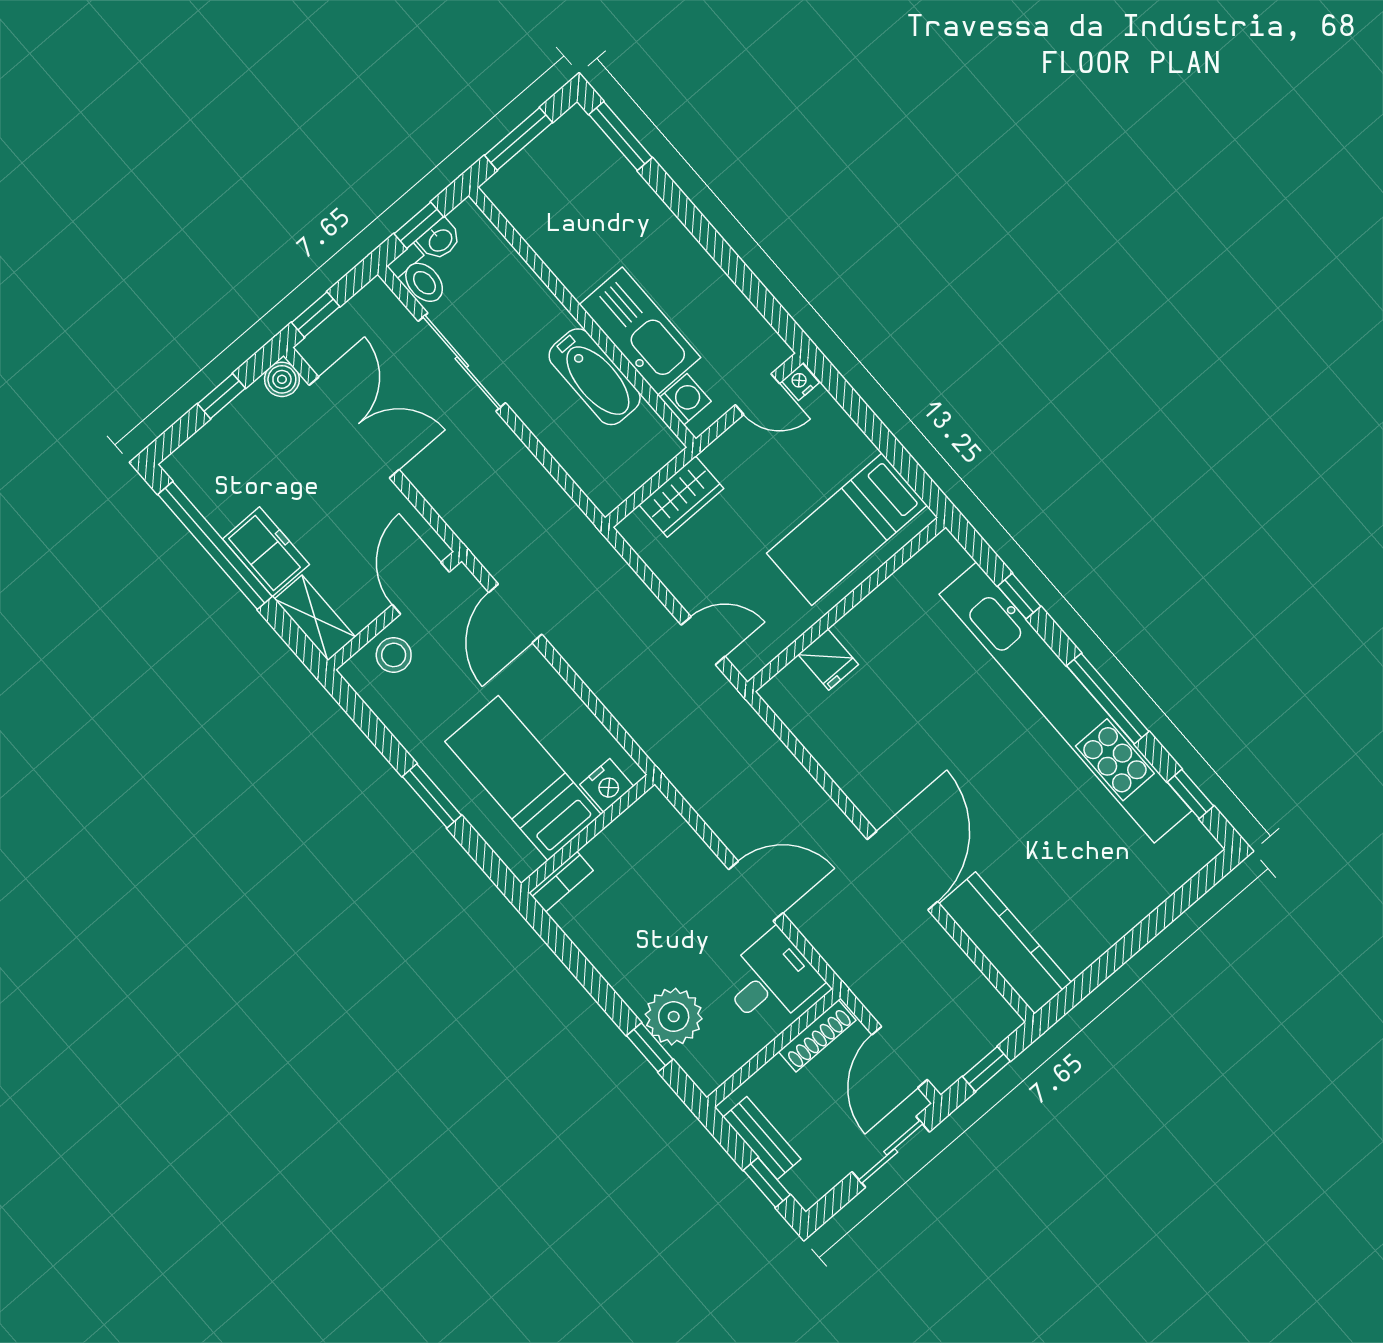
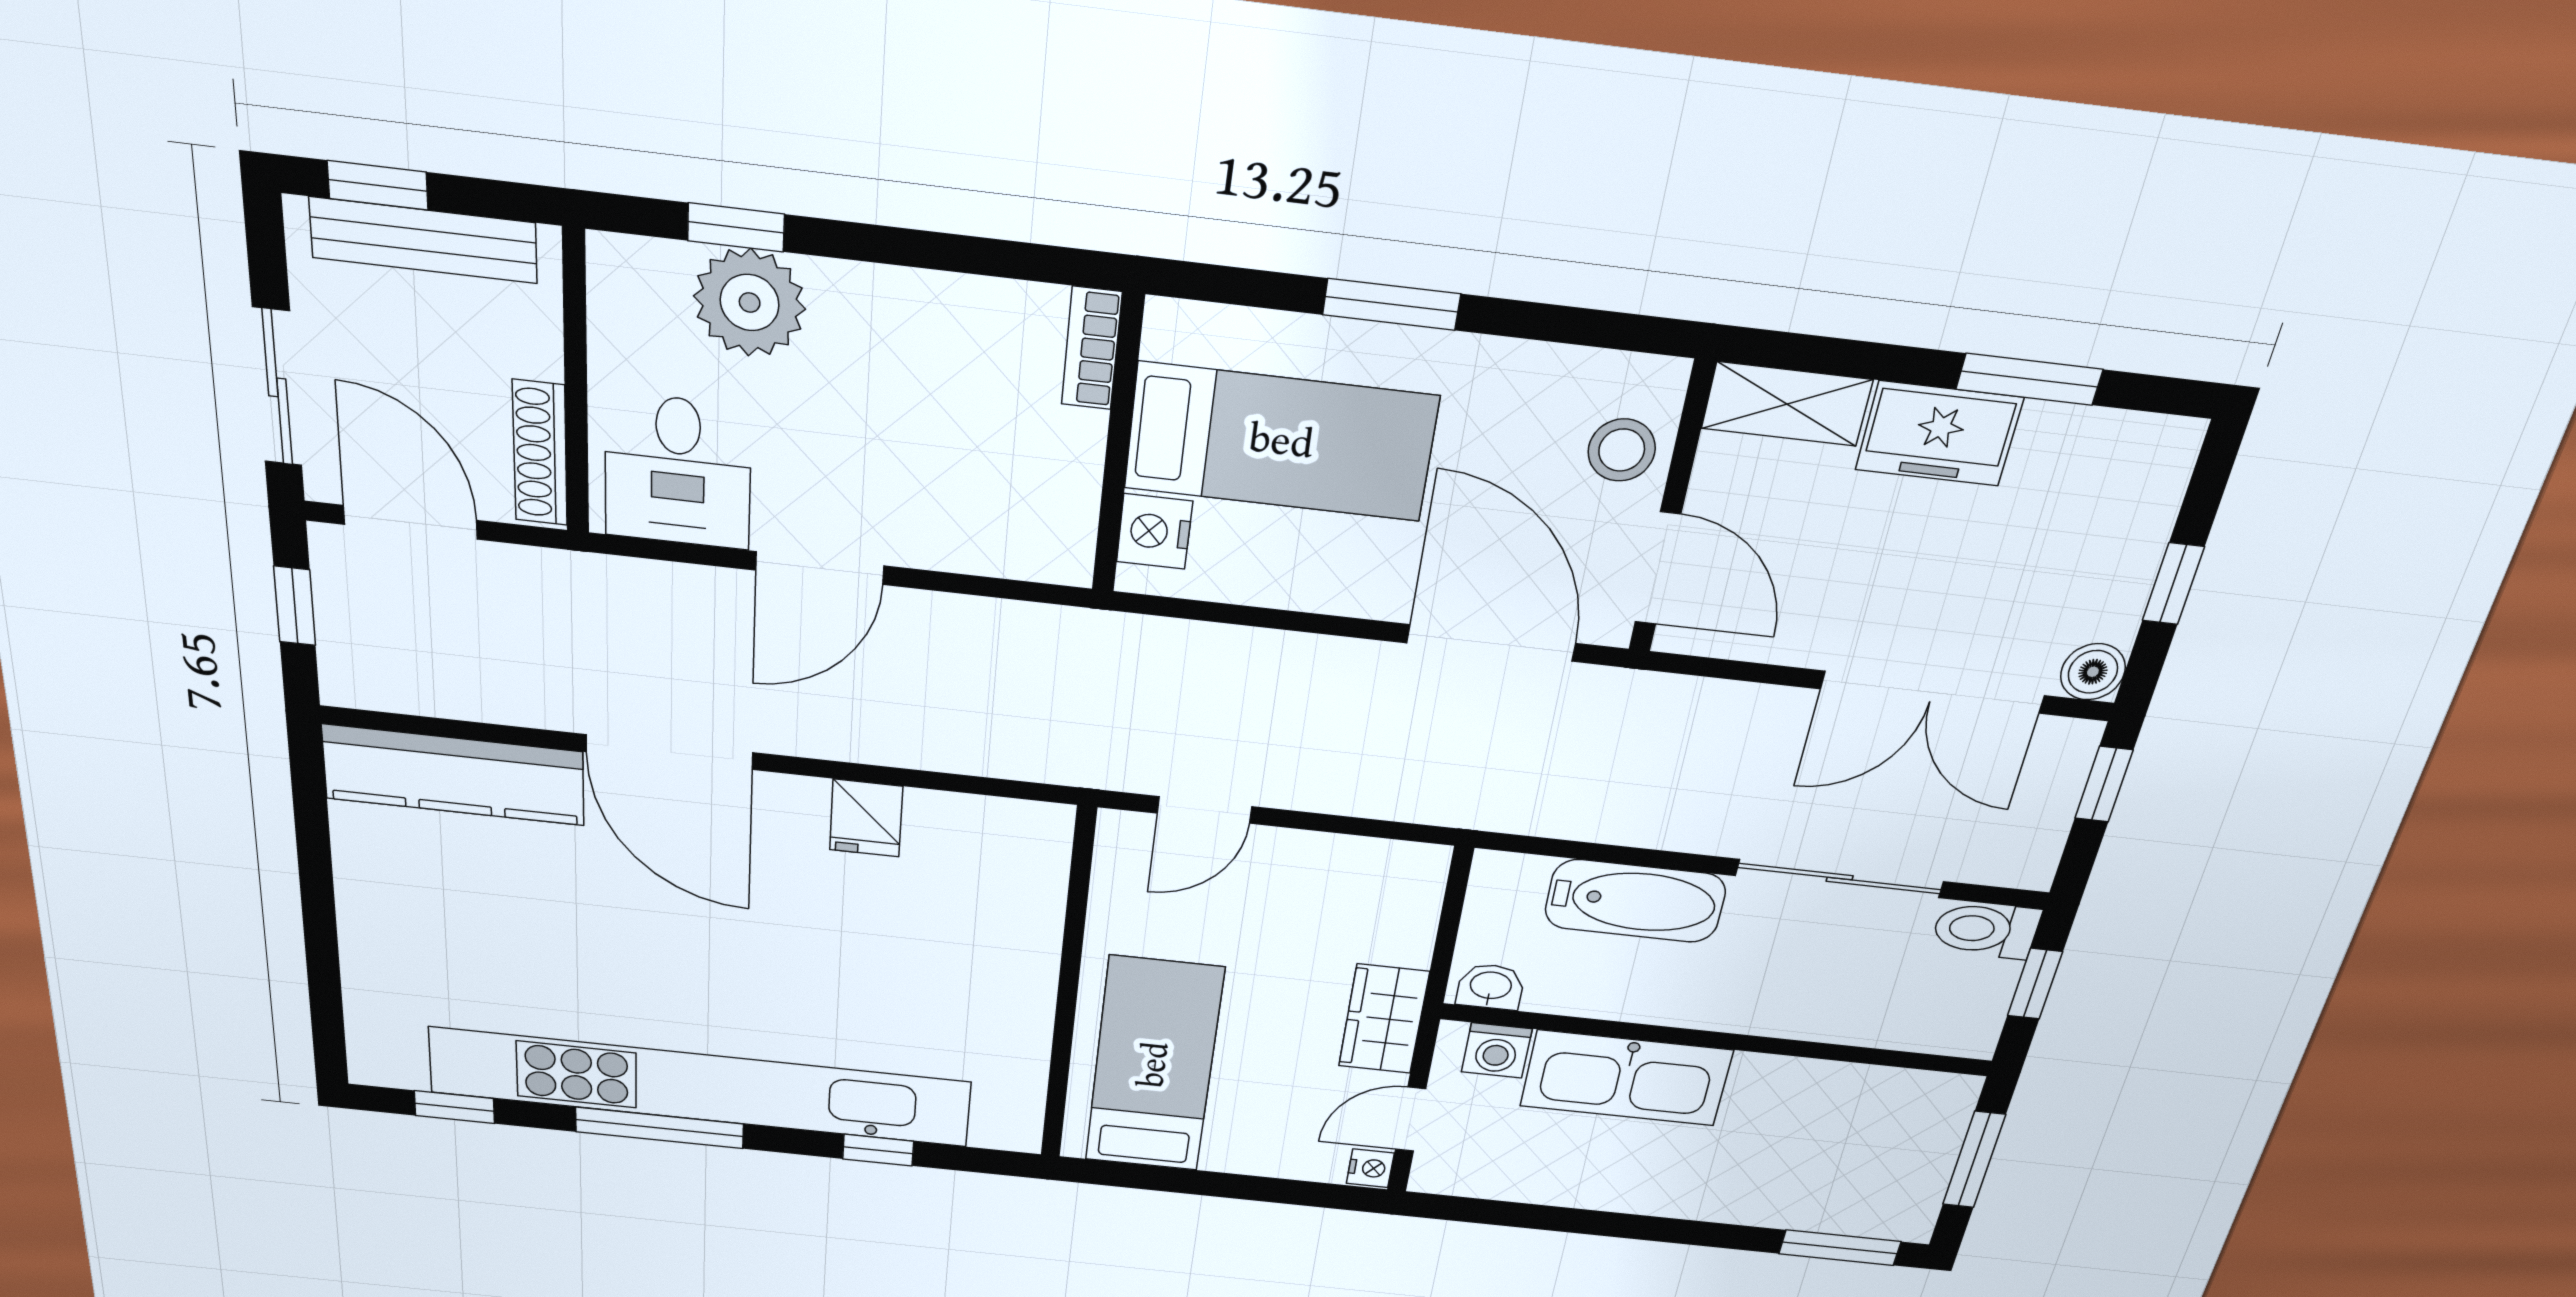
washbasin: (440, 240) -> (1491, 987), moved, turned 90
bathtub: (595, 377) -> (1635, 901), moved, turned 180
wardrobe: (681, 497) -> (1384, 1019), moved
window: (215, 546) -> (2029, 379), width x0.47
door: (515, 613) -> (1491, 643), width x1.36
fridge: (828, 659) -> (866, 818), moved, turned -90
bench: (762, 1138) -> (424, 240), width x1.36

